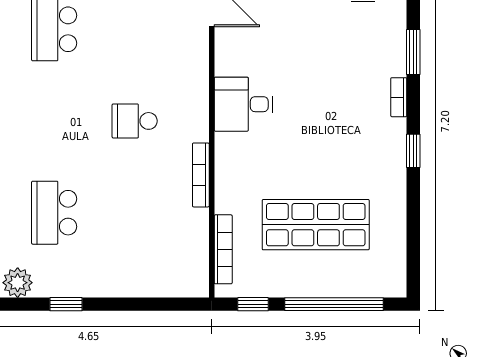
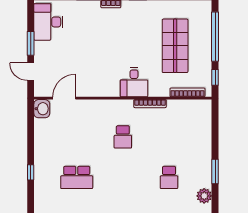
desk: (243, 104) -> (134, 82), moved
school desk: (54, 213) -> (169, 177), width x0.54
window: (66, 304) -> (215, 171), width x1.50

